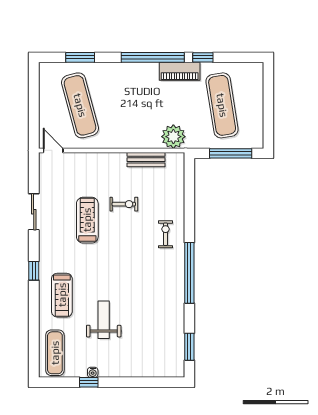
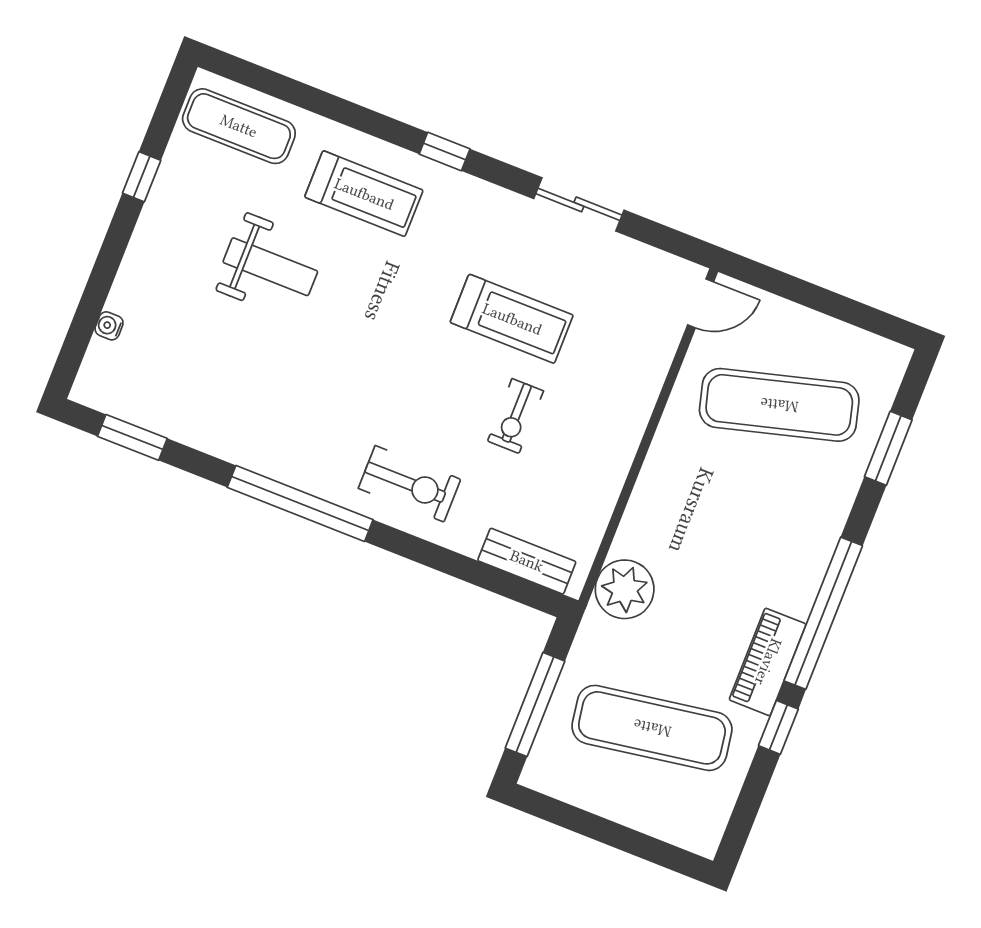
bench: (146, 160) -> (527, 561), moved, turned 90
exercise bike: (165, 234) -> (410, 484), width x1.38, depth x1.39
treadmill: (62, 295) -> (364, 194), turned 180
water cooler: (93, 372) -> (109, 326), moved

